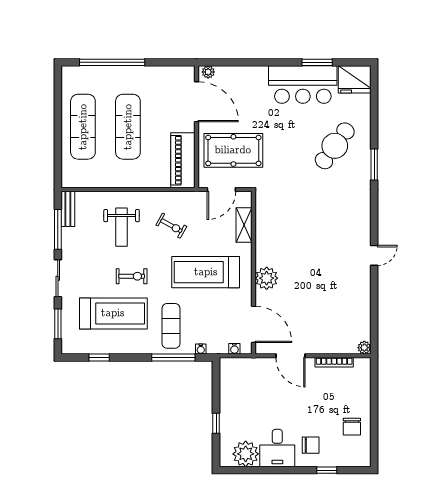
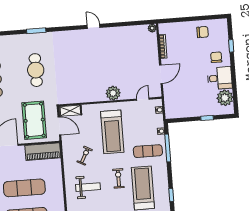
cafe table: (335, 146) -> (36, 70), moved, turned 54
shelving: (244, 225) -> (70, 111), moved
door: (254, 324) -> (143, 99), width x0.53

